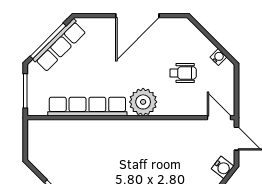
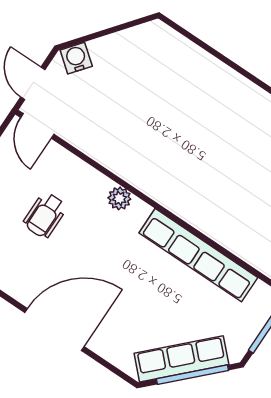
wheelchair: (183, 73) -> (45, 215), turned -90
plant: (143, 102) -> (119, 198), width x0.53, depth x0.53

